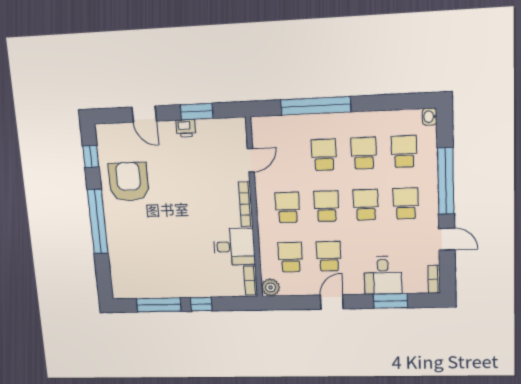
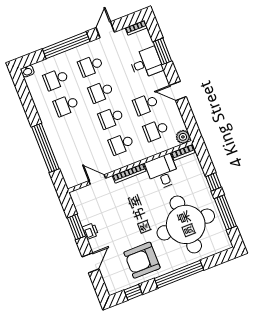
school desk: (324, 155) -> (76, 131), removed
round table: (158, 252) -> (186, 224), added

